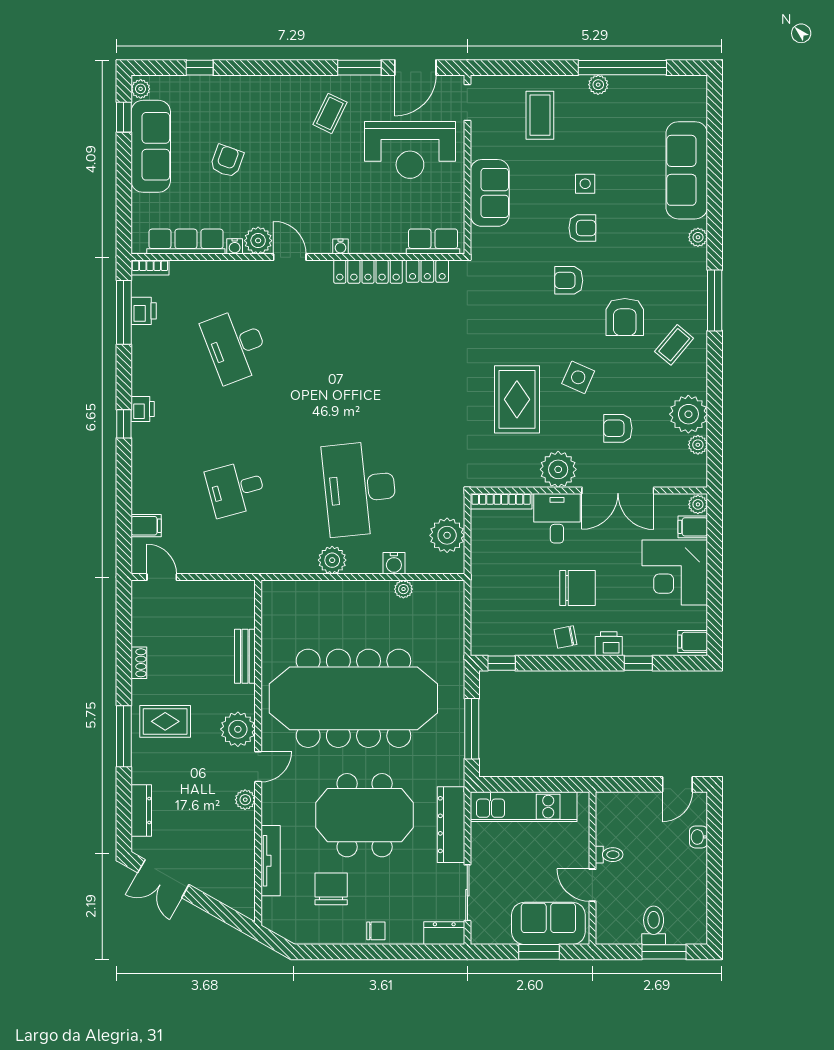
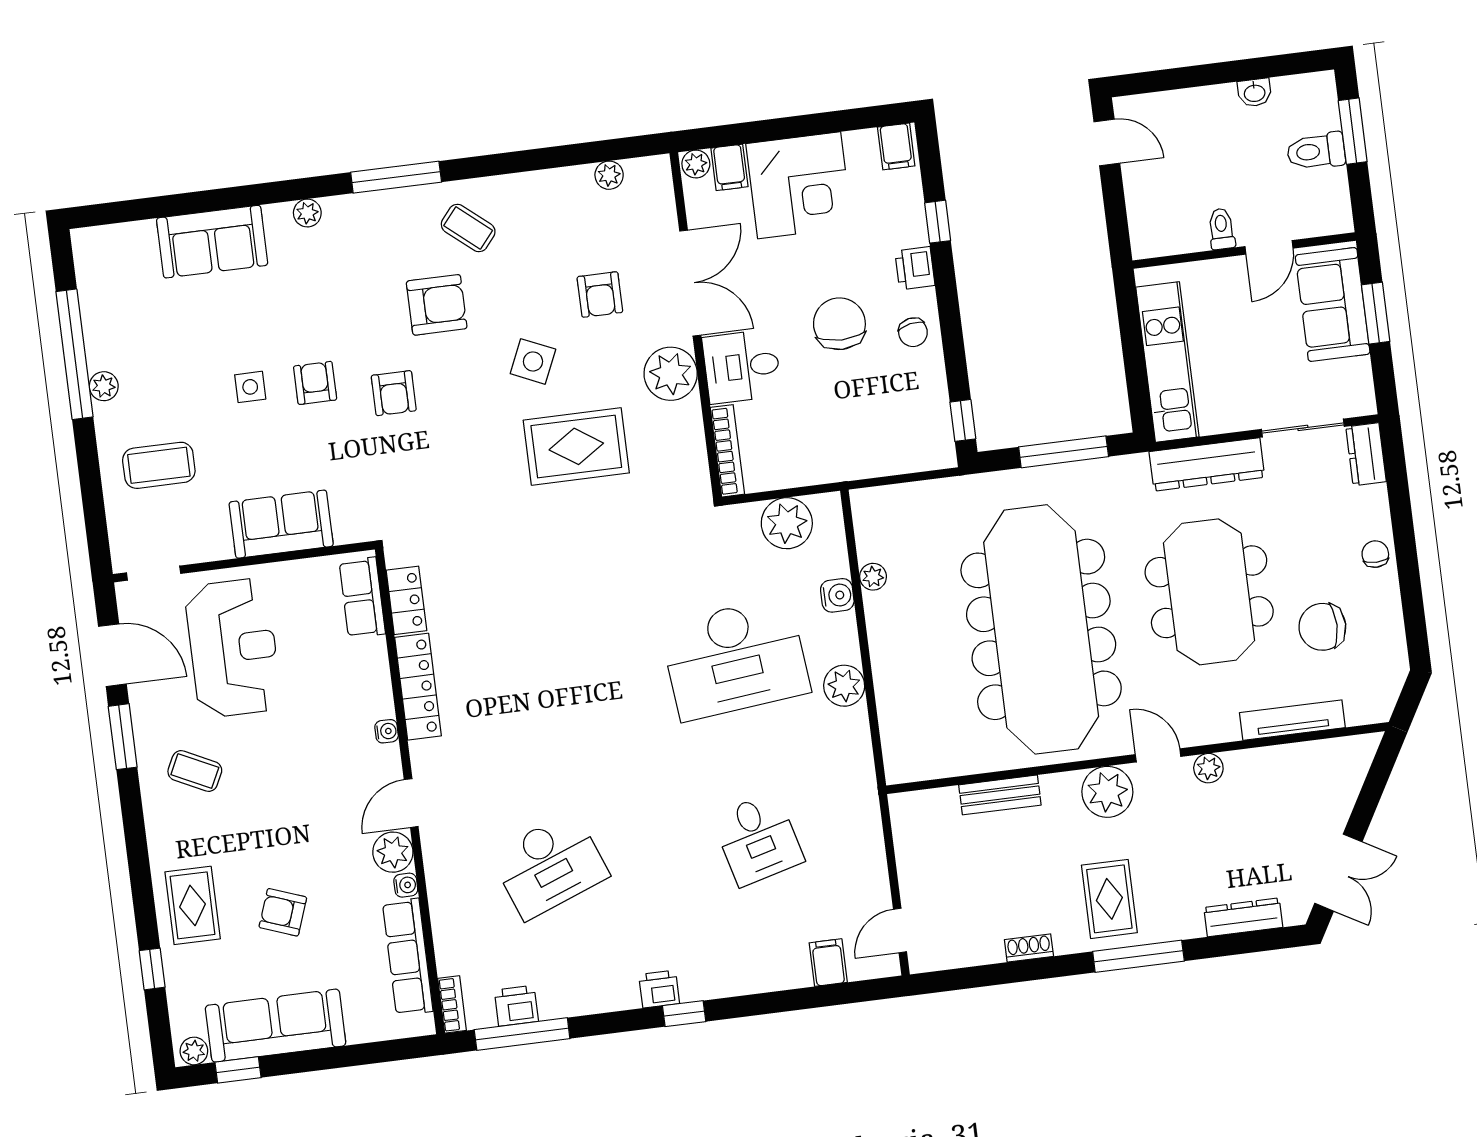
rug: (239, 100) -> (193, 905), added
sofa: (687, 170) -> (212, 242), width x0.73
plant: (688, 414) -> (566, 194), removed
washbasin: (699, 837) -> (1255, 93), moved

